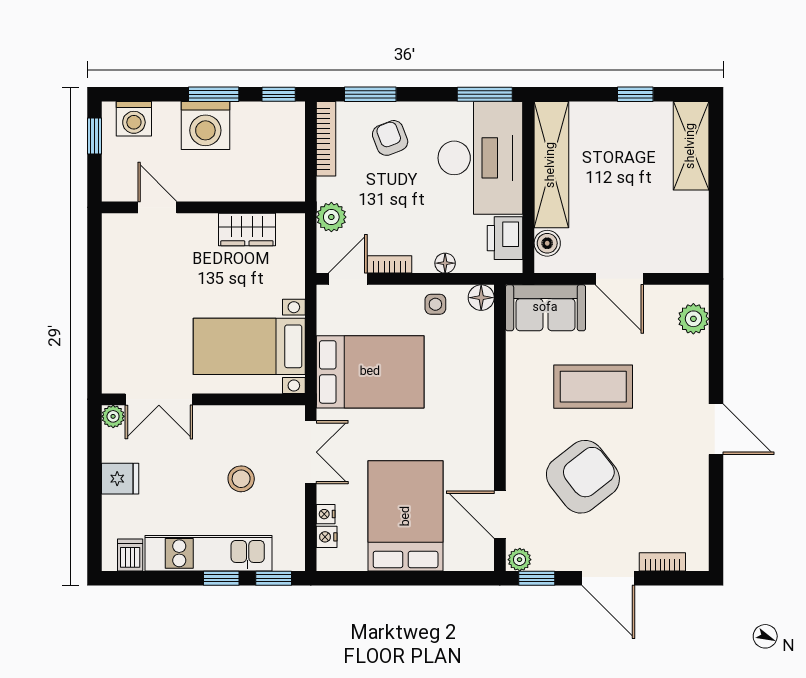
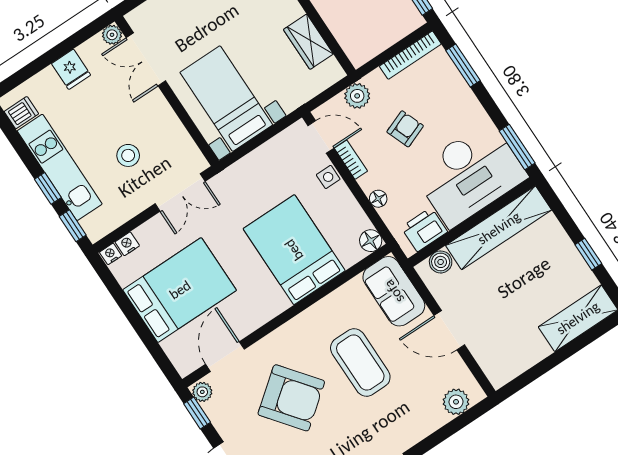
armchair: (390, 138) -> (405, 129), moved
door: (619, 279) -> (449, 330), hinge flipped
side table: (435, 304) -> (328, 177), moved
bed: (370, 372) -> (294, 250), moved, turned 180
nightstand: (326, 514) -> (111, 254), moved

